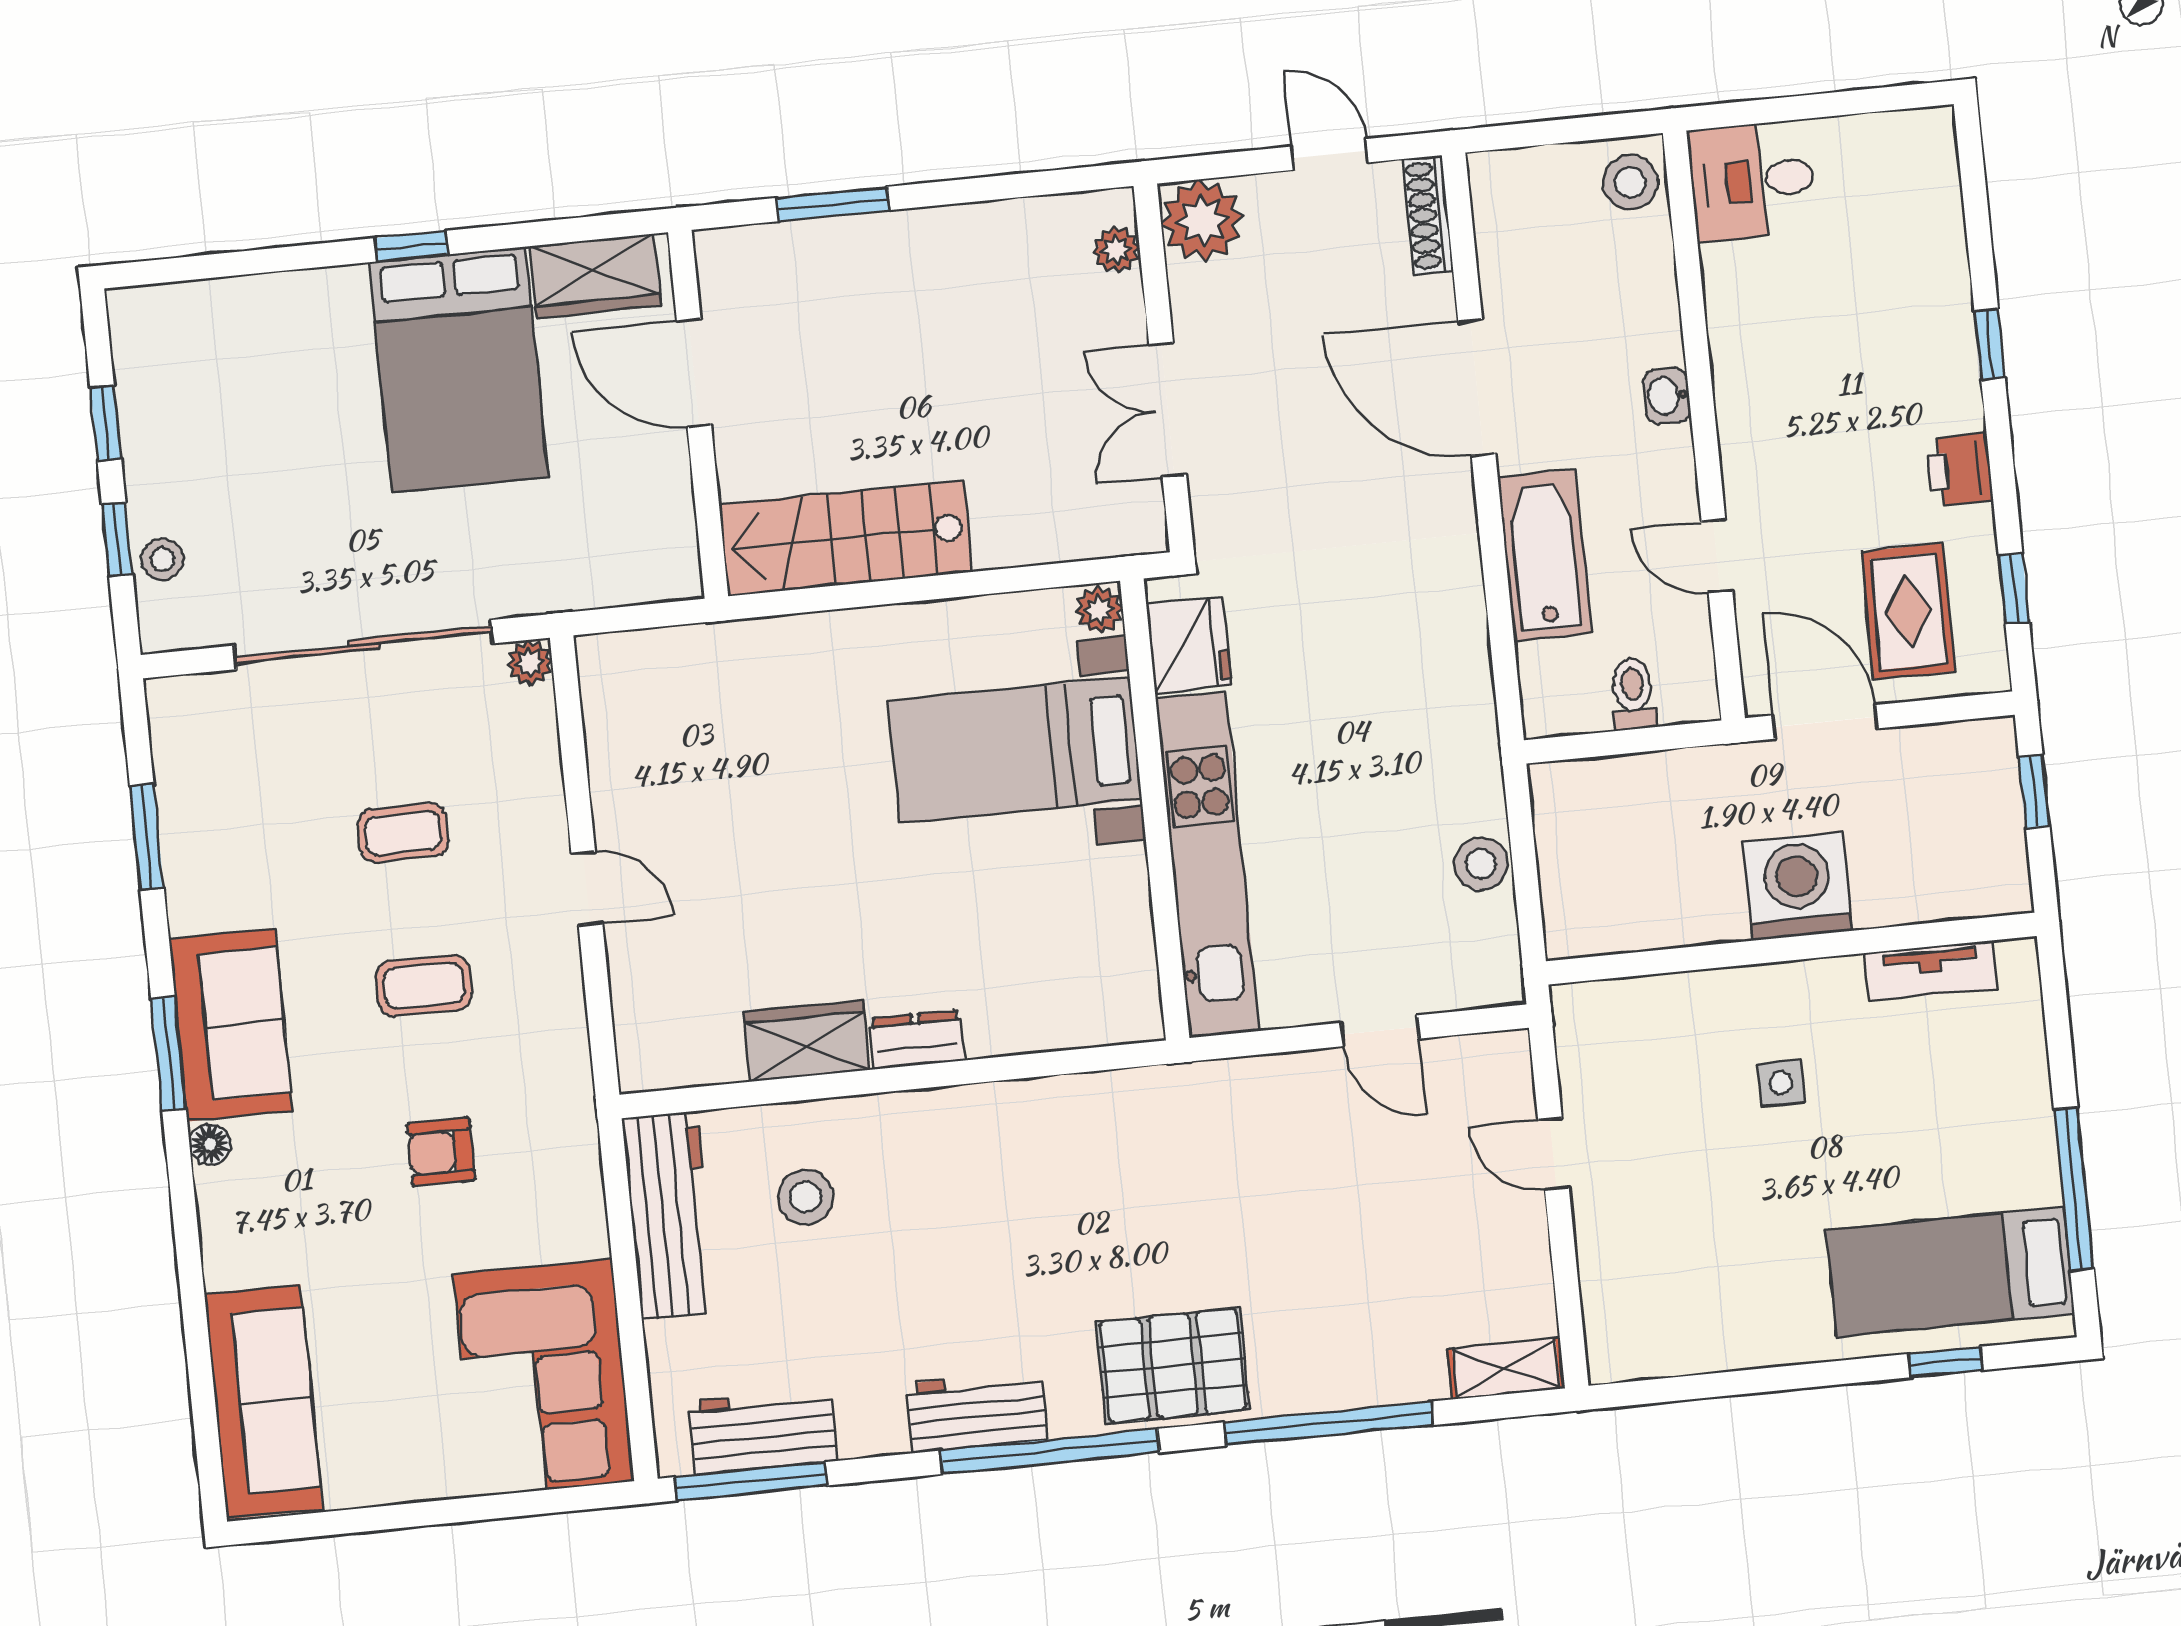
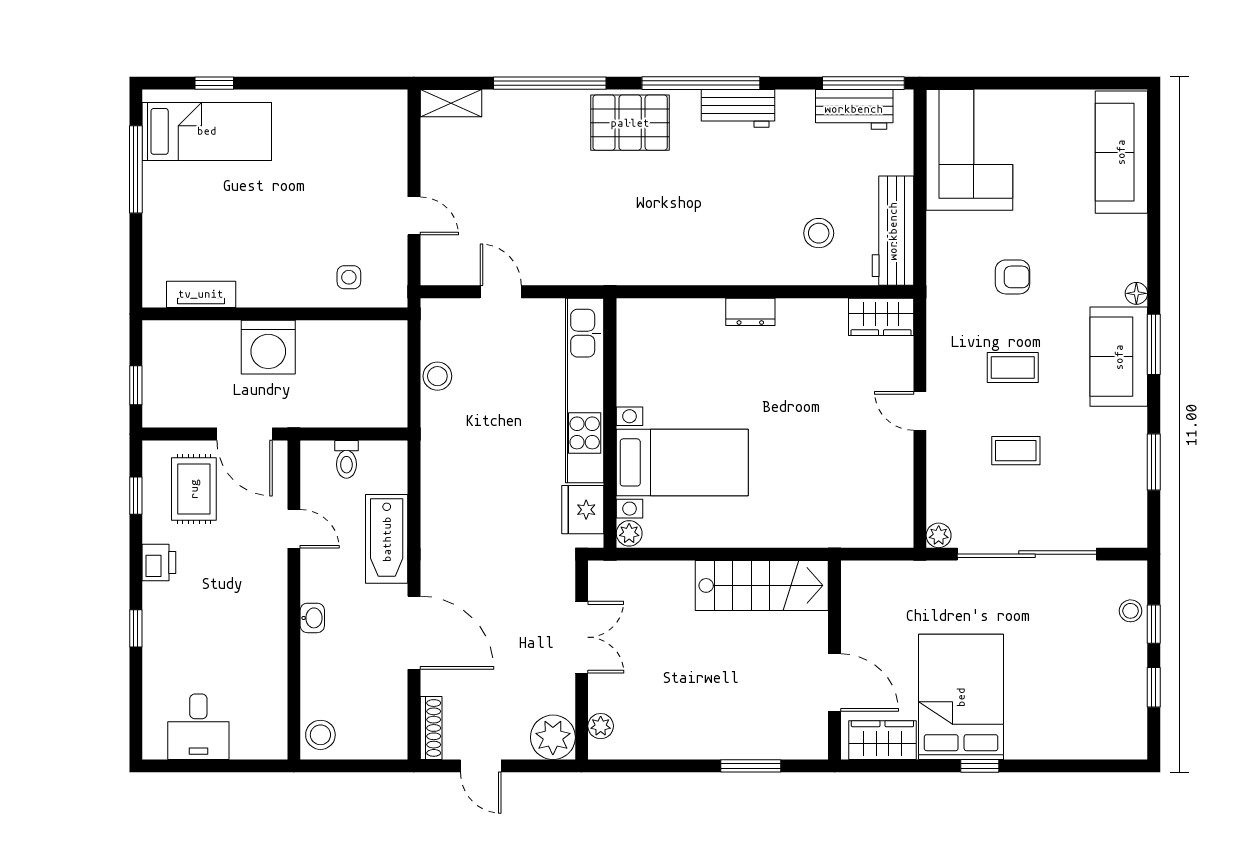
desk: (1752, 181) -> (198, 727), moved, turned 90
wardrobe: (807, 1041) -> (881, 317), moved
side table: (1781, 1083) -> (349, 277), moved

